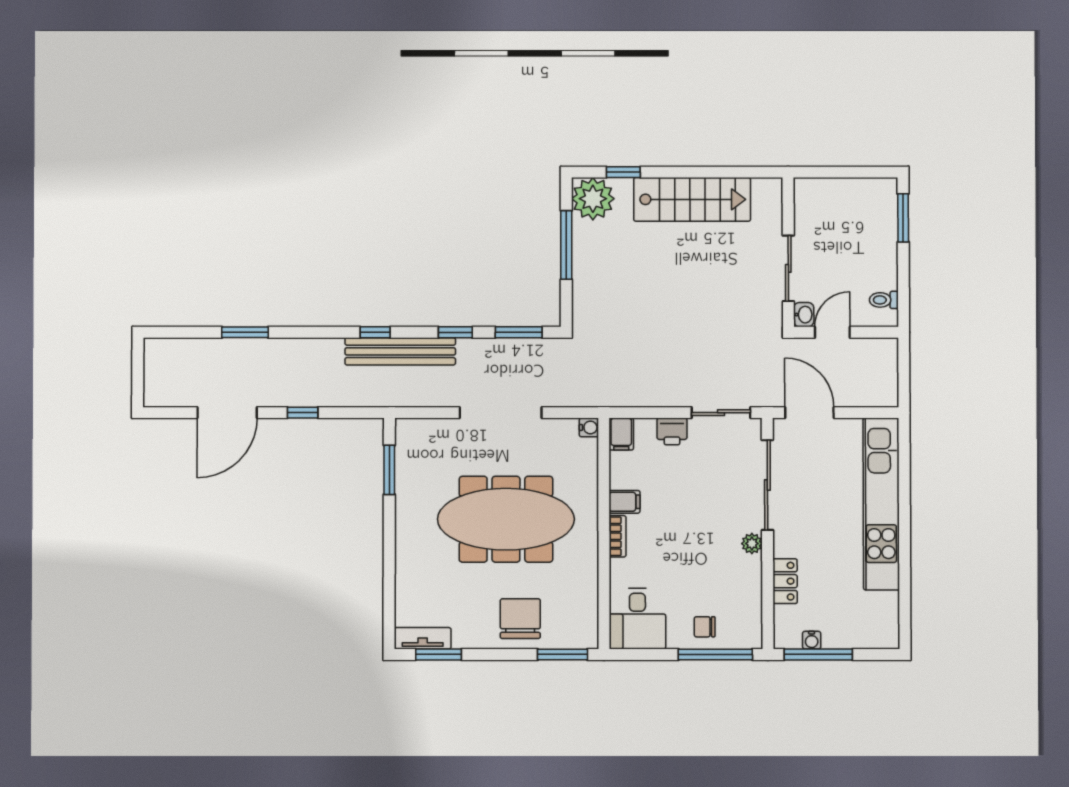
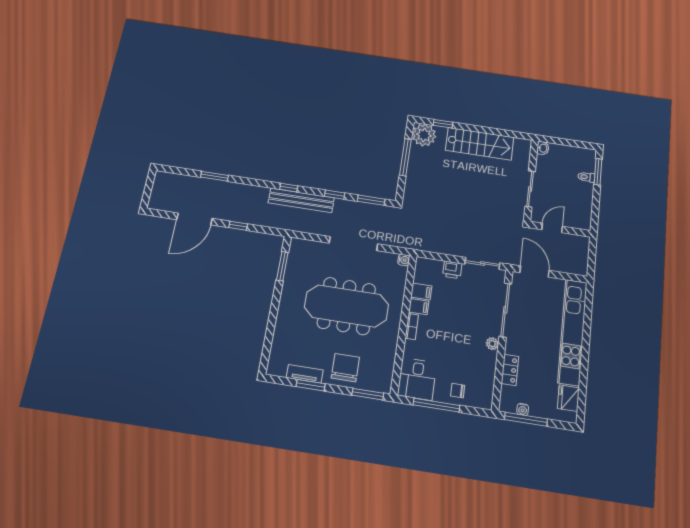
toilet: (884, 300) -> (586, 177), moved
washbasin: (804, 315) -> (543, 148), moved
filing cabinet: (621, 434) -> (421, 292), moved, turned -90
fridge: (883, 611) -> (568, 398), added
tv unit: (423, 638) -> (305, 374), moved
window: (439, 654) -> (311, 385), moved
window: (715, 654) -> (436, 405), moved

